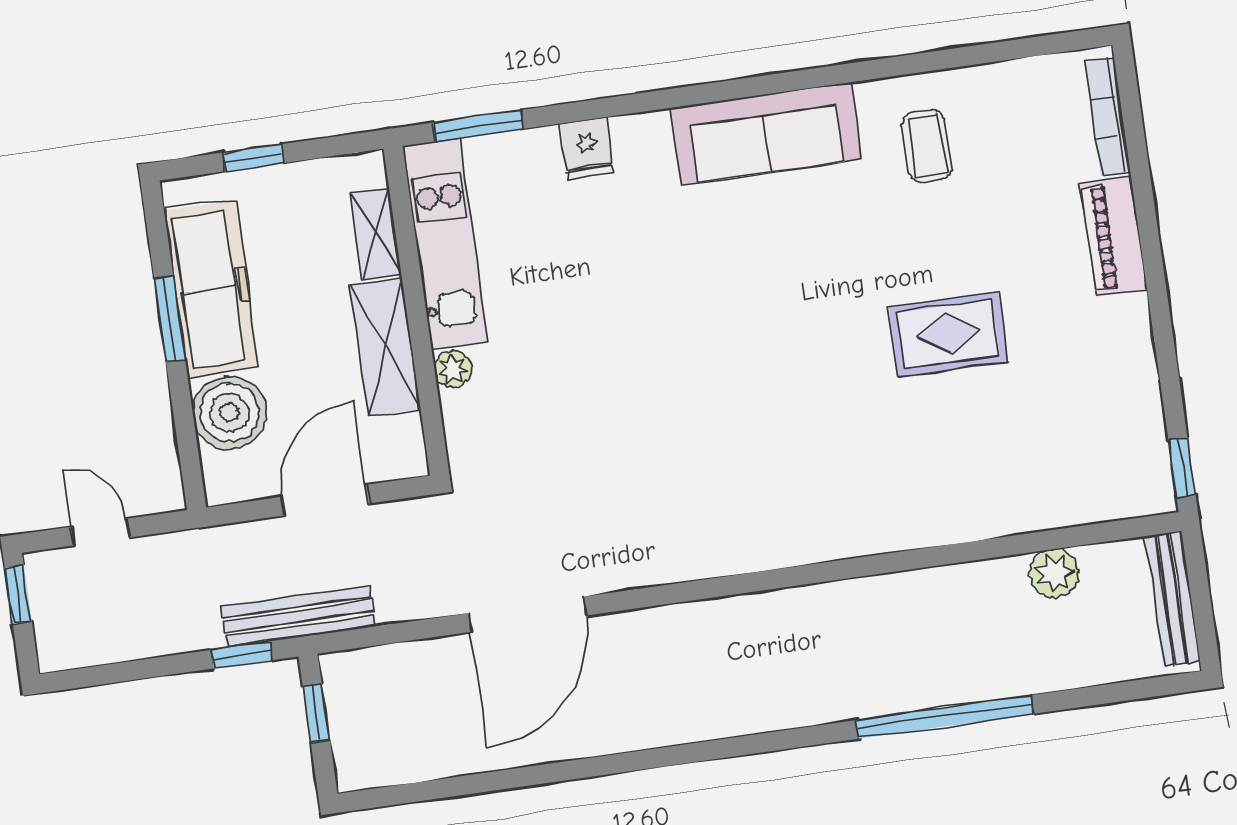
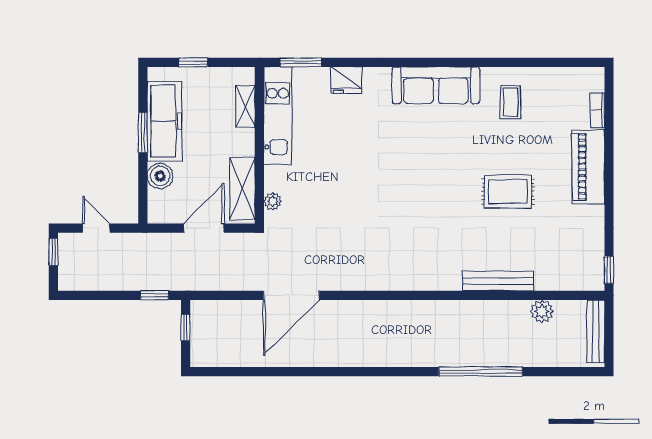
bookcase: (1108, 117) -> (598, 110), width x0.64
fridge: (587, 148) -> (346, 80), width x1.38
piano: (1114, 236) -> (588, 167), width x1.37, depth x1.33
shelving: (385, 348) -> (242, 189), moved
plant: (453, 369) -> (273, 201), moved
boiler: (230, 413) -> (160, 176), width x0.73, depth x0.73
bench: (298, 616) -> (498, 281), moved

